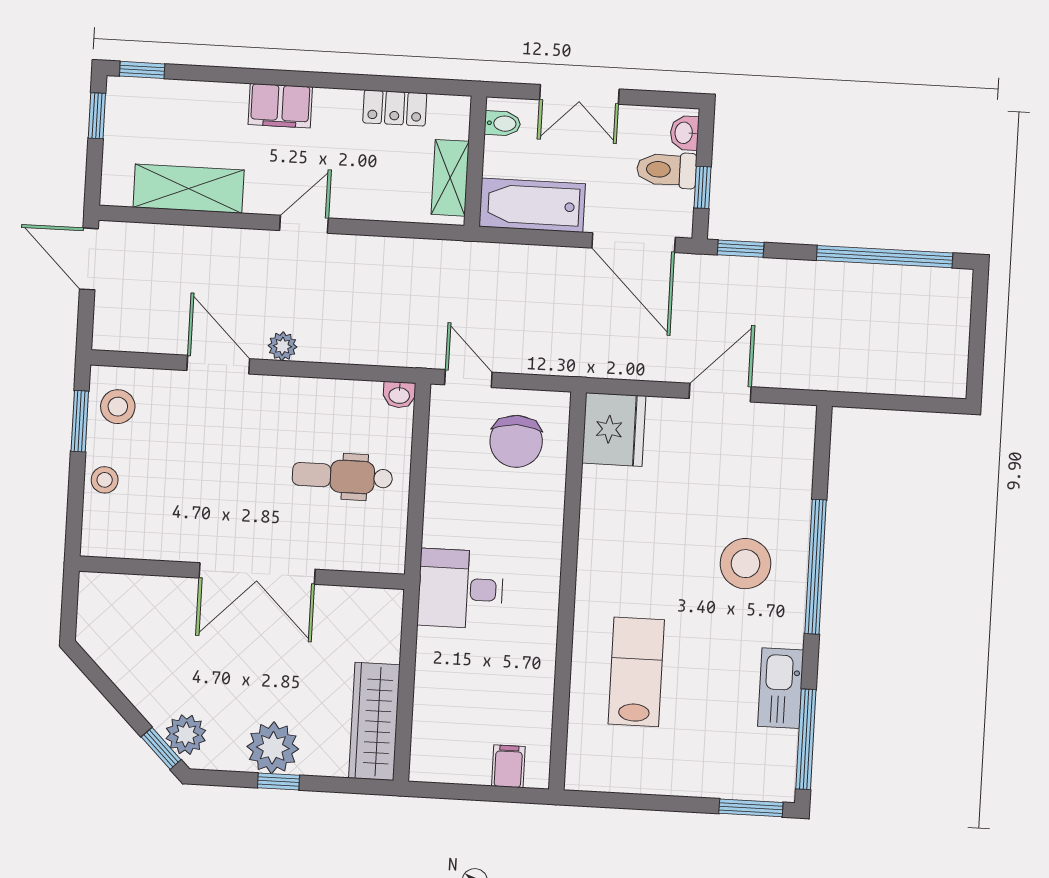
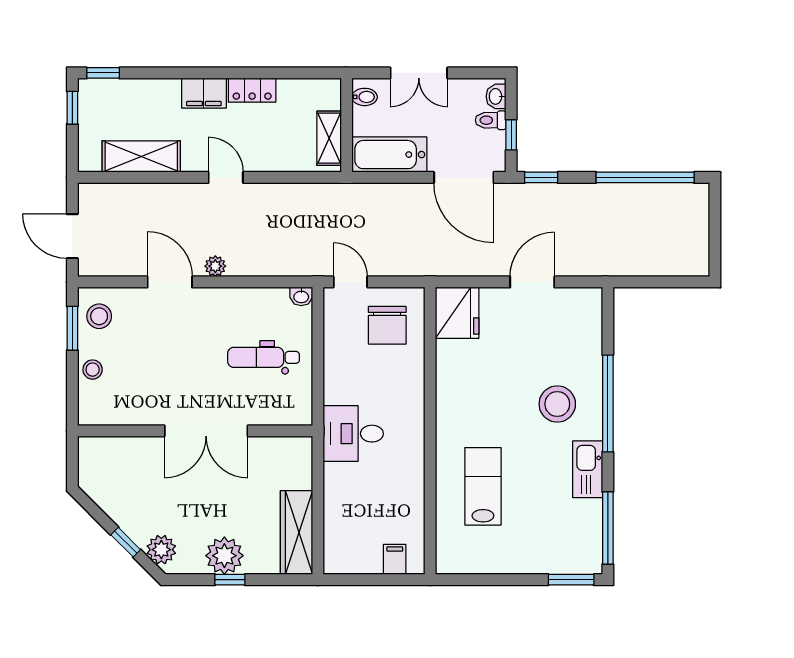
locker: (395, 108) -> (252, 90), moved
toilet: (667, 170) -> (491, 120), width x0.73, depth x0.72
door: (304, 224) -> (226, 177), hinge flipped
door: (89, 259) -> (72, 236), moved
kitchen sink: (781, 688) -> (588, 469), moved
window: (161, 748) -> (126, 542), moved

